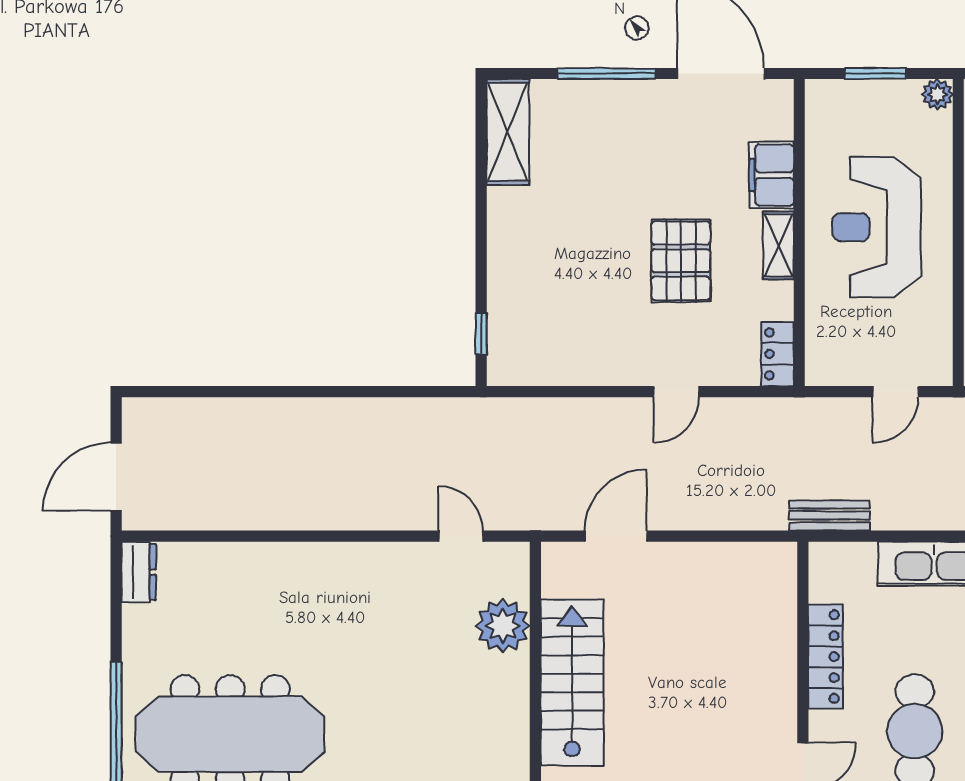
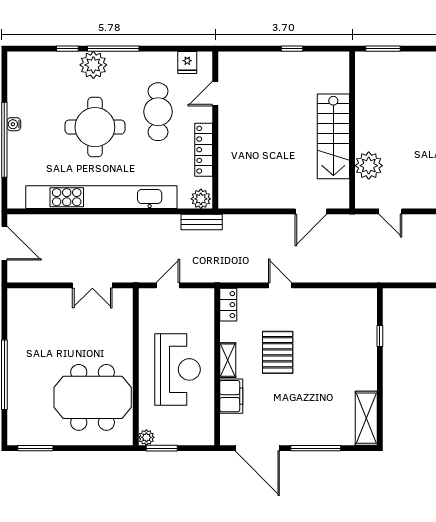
window: (876, 74) -> (162, 448), moved
window: (481, 333) -> (380, 336), moved
door: (676, 392) -> (280, 285), hinge flipped
plant: (831, 561) -> (201, 199), added

